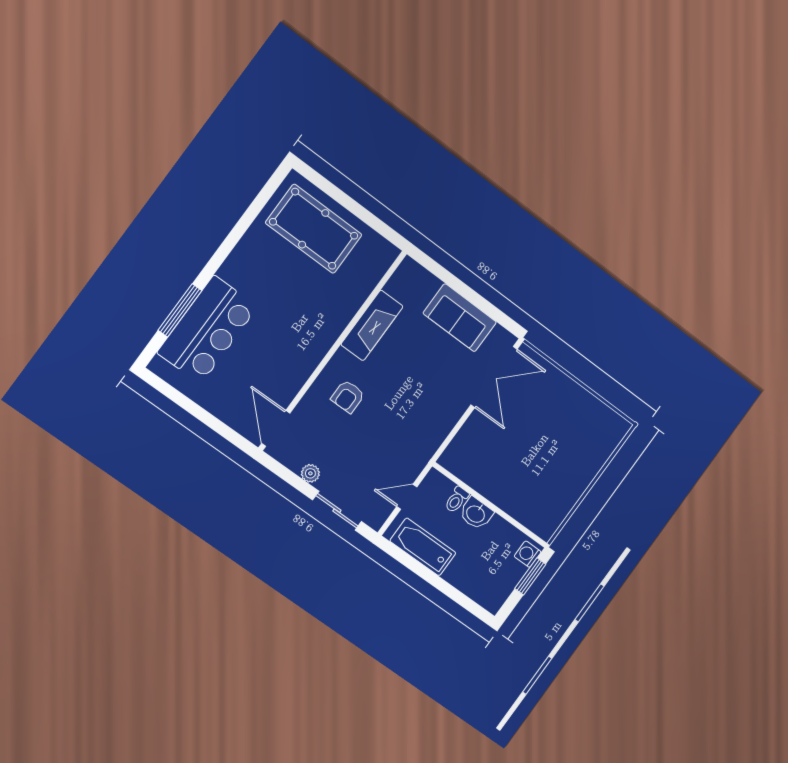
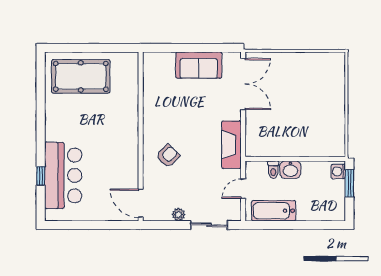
window: (180, 310) -> (41, 176), width x0.46
fireplace: (372, 325) -> (231, 145), moved, turned 180
armchair: (348, 396) -> (168, 156), turned -136

